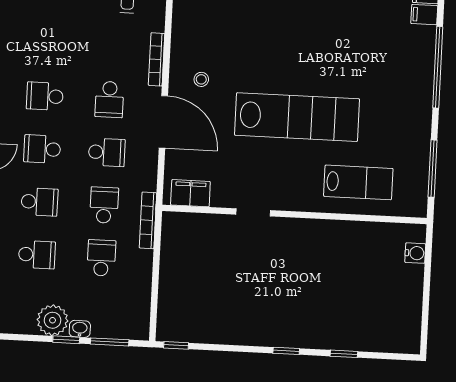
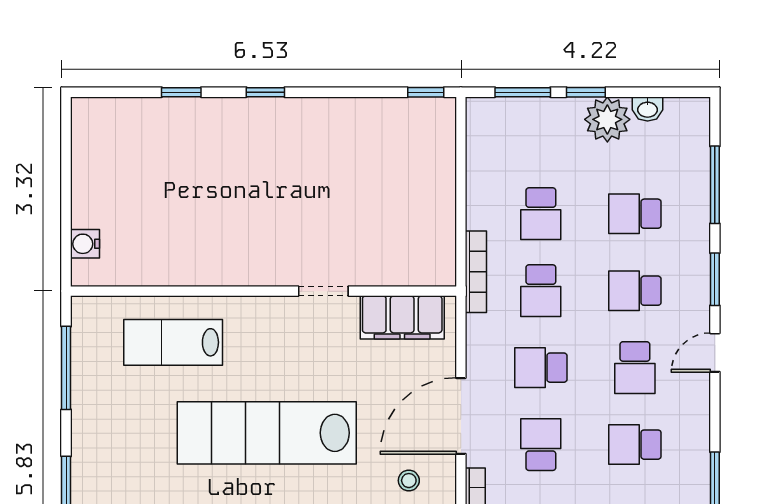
school desk: (45, 96) -> (635, 445), turned 180
door: (163, 122) -> (461, 416), hinge flipped
school desk: (42, 149) -> (635, 368), turned 90
filing cabinet: (190, 193) -> (402, 317), width x1.50, depth x1.17
washbasin: (80, 329) -> (648, 109), moved

